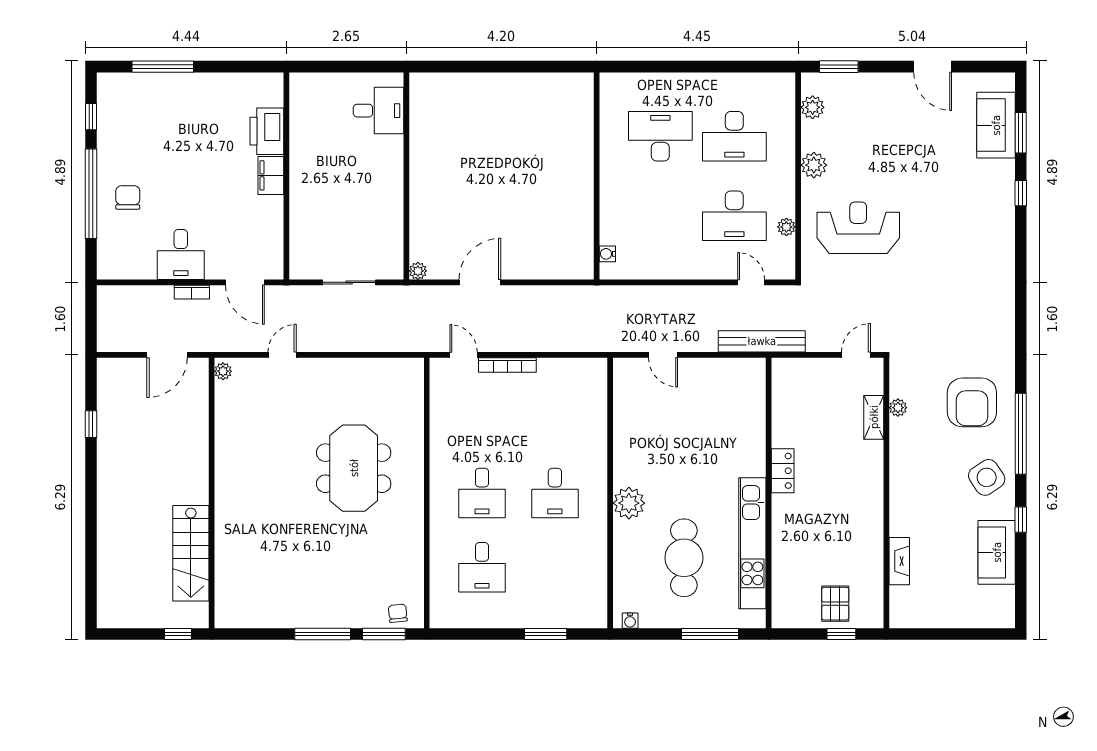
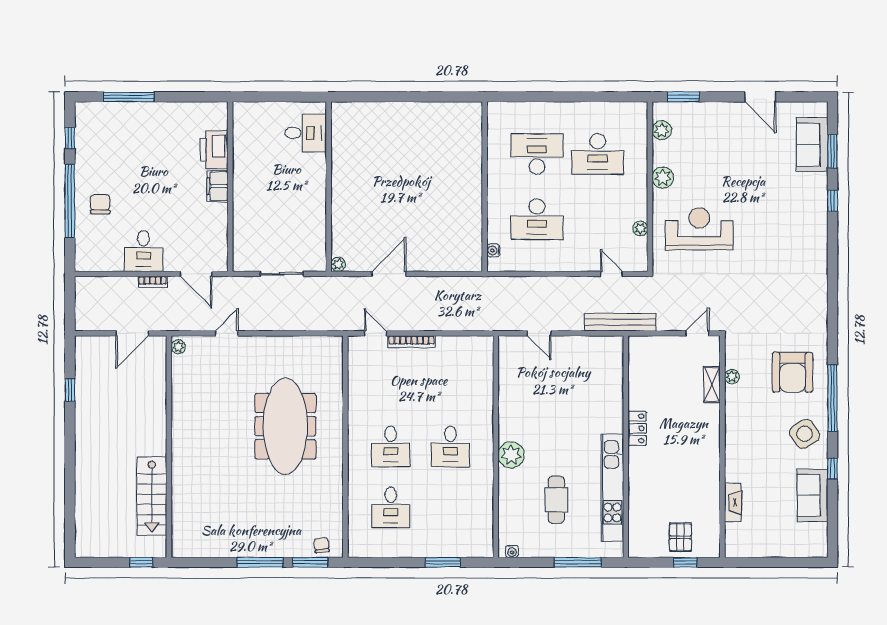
desk: (734, 216) -> (537, 219), moved
meeting table: (354, 468) -> (285, 426), width x1.36
cafe table: (684, 558) -> (556, 500), width x0.73, depth x0.74

